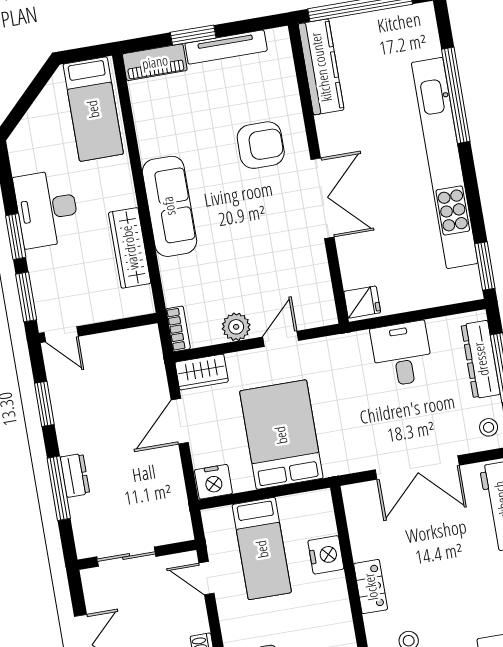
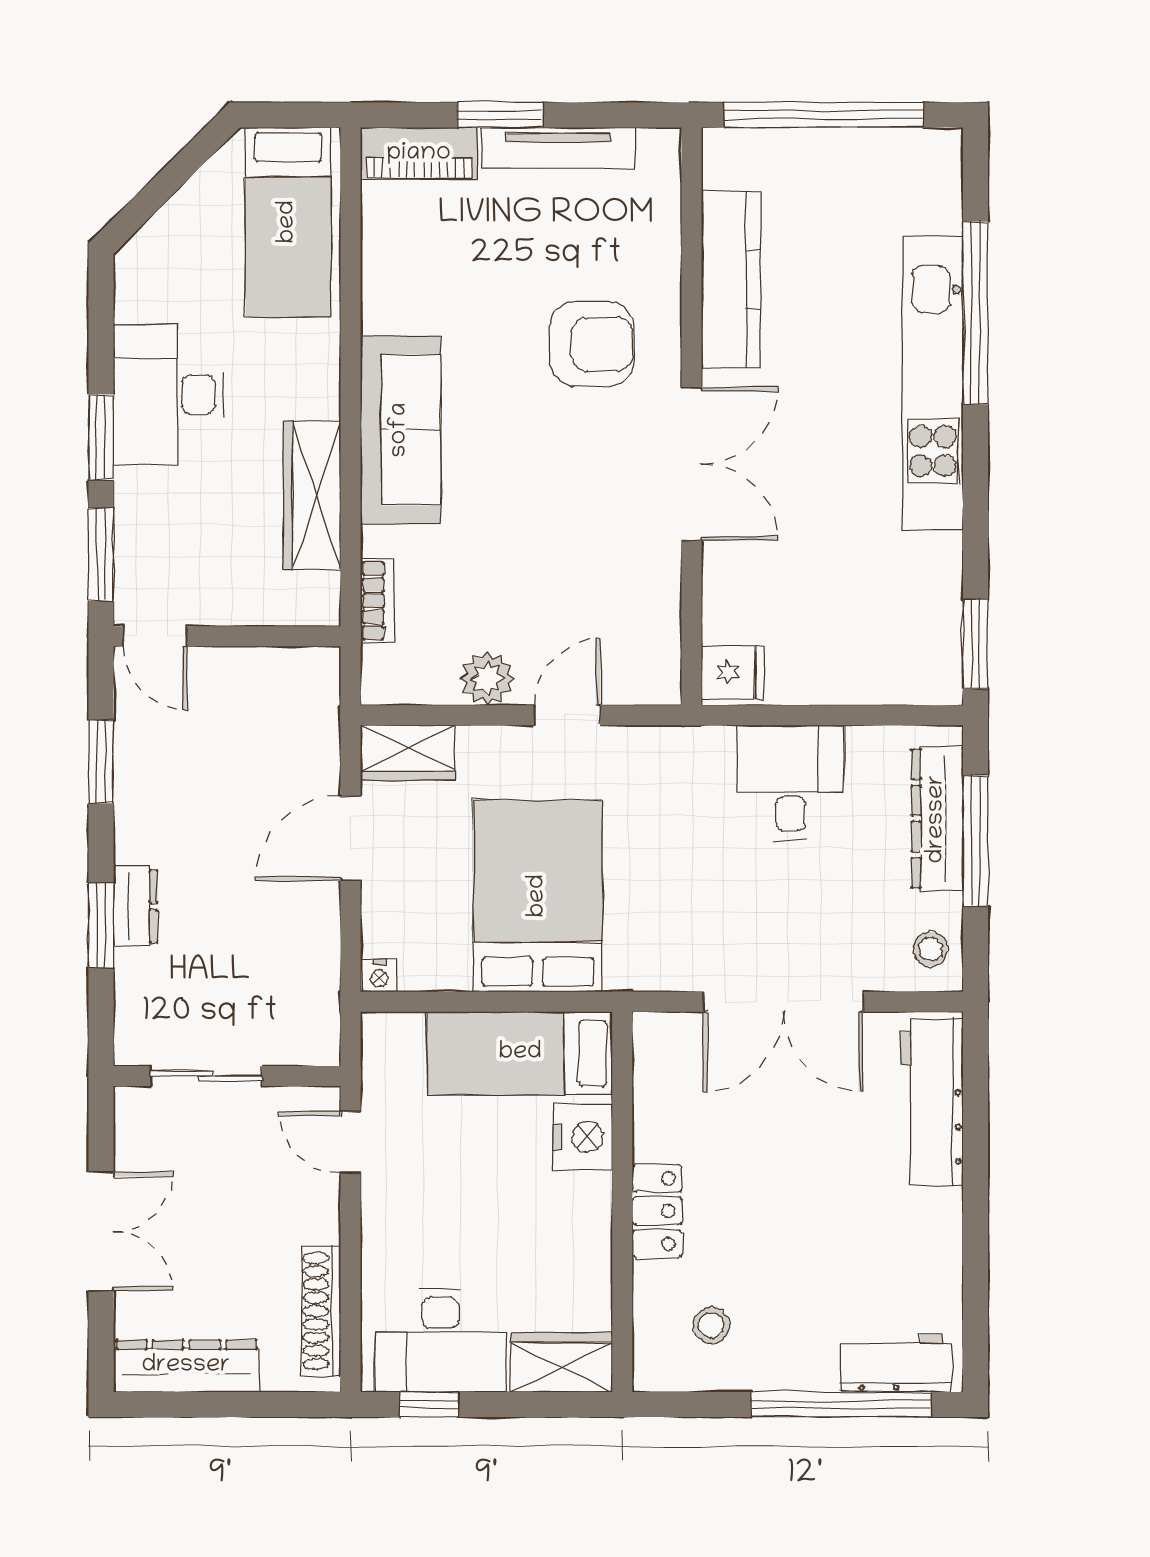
kitchen counter: (321, 67) -> (731, 280), moved
kitchen unit: (445, 163) -> (933, 383), width x0.73
bookcase: (178, 329) -> (377, 601), moved
nightstand: (213, 482) -> (379, 976), width x0.53, depth x0.56
window: (59, 488) -> (101, 925), width x0.69
bed: (262, 549) -> (520, 1053), moved, turned 90

